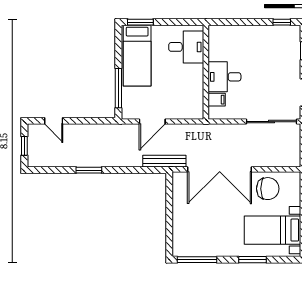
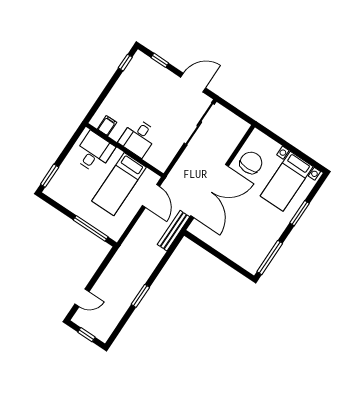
bed: (137, 56) -> (119, 184), moved, turned 90
filing cabinet: (217, 100) -> (107, 126), moved
door: (152, 122) -> (151, 196), moved

